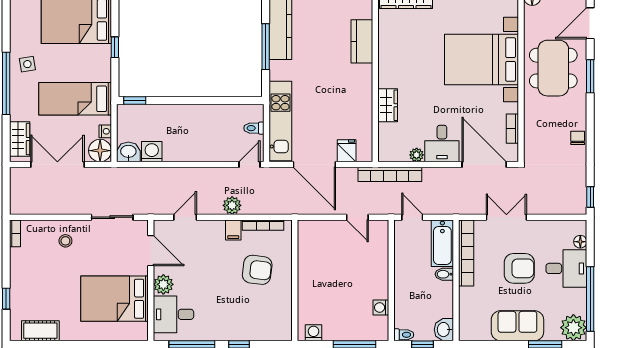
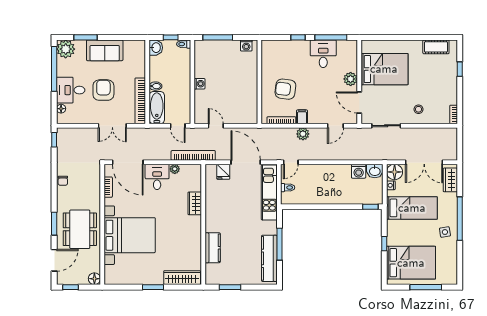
armchair: (519, 268) -> (103, 90), turned 90
washing machine: (381, 307) -> (200, 84), moved
desk: (174, 314) -> (323, 54), moved, turned -90

